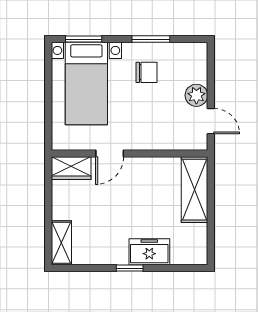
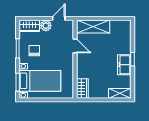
wardrobe: (196, 62) -> (29, 26), added
door: (110, 154) -> (75, 46), moved
freezer: (149, 252) -> (124, 65), moved

